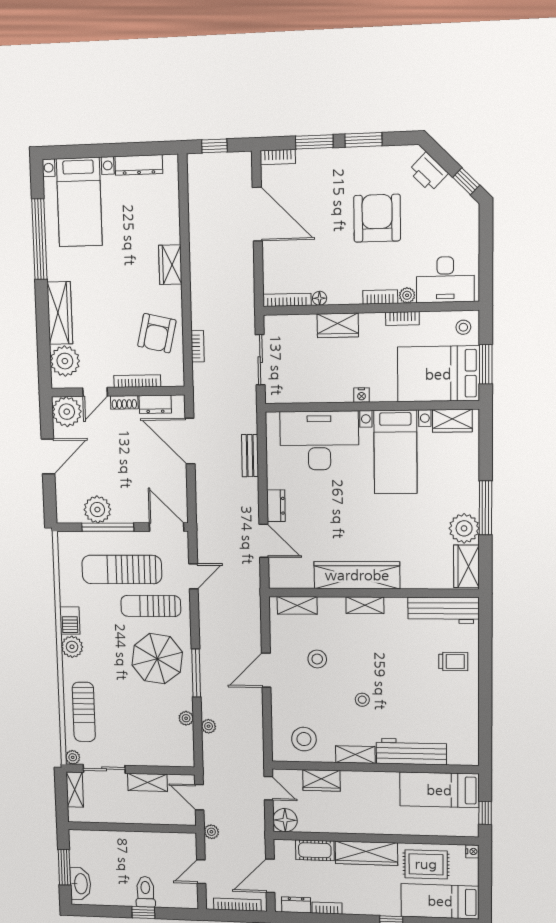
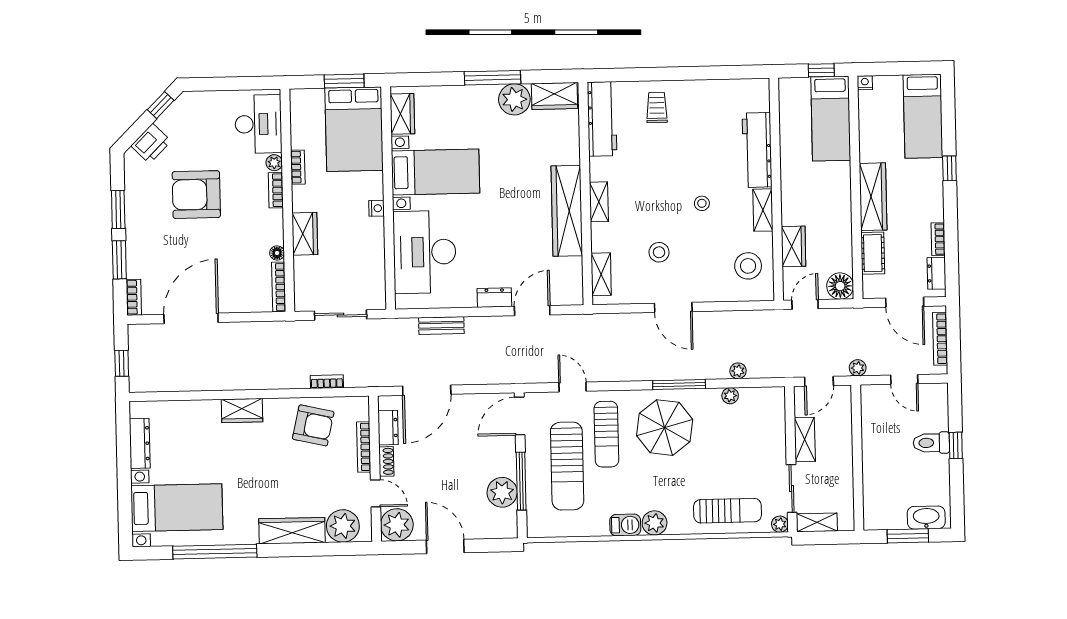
stool: (463, 327) -> (307, 105), removed
bed: (439, 790) -> (831, 119), moved
rug: (426, 864) -> (882, 132), removed

